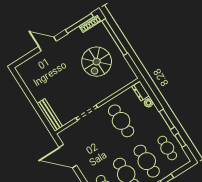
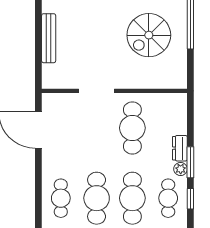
dresser: (141, 91) -> (180, 148), moved
plant: (148, 103) -> (181, 169), moved
bench: (50, 115) -> (49, 38), moved

